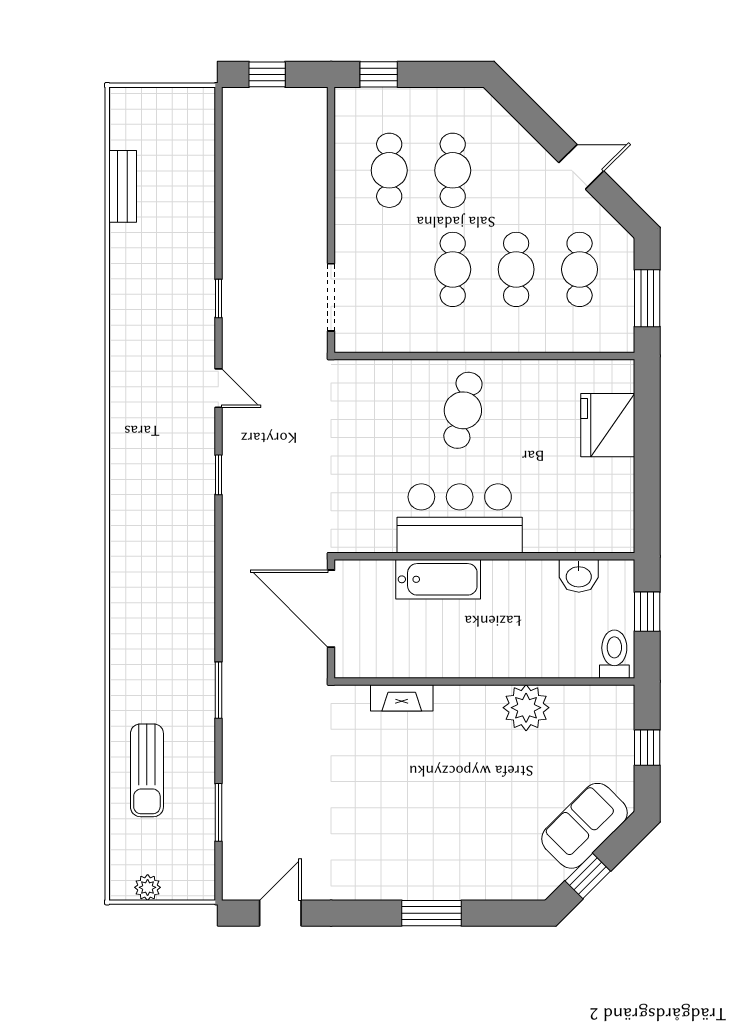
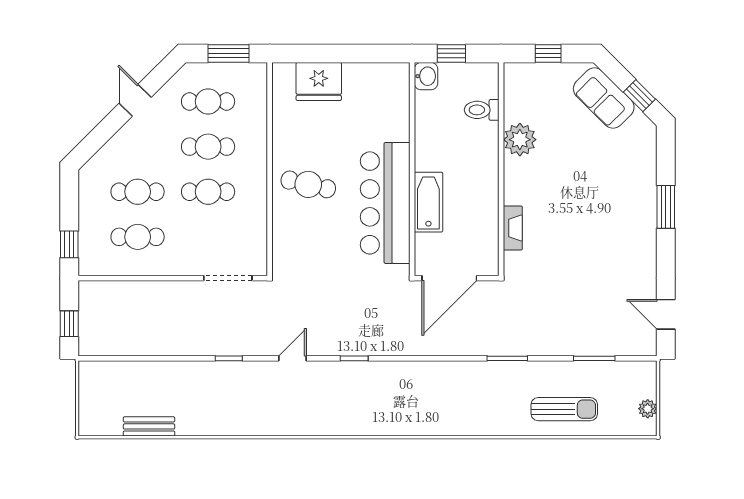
bar counter: (460, 518) -> (385, 203), width x1.36
washbasin: (579, 576) -> (426, 76), moved
toilet: (614, 654) -> (482, 110), moved

